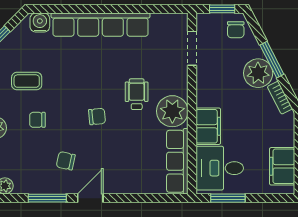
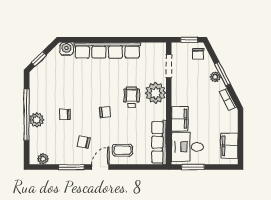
plant: (258, 73) -> (215, 77), width x0.53, depth x0.53
coffee table: (27, 81) -> (123, 150), moved
plant: (172, 111) -> (156, 93), moved

